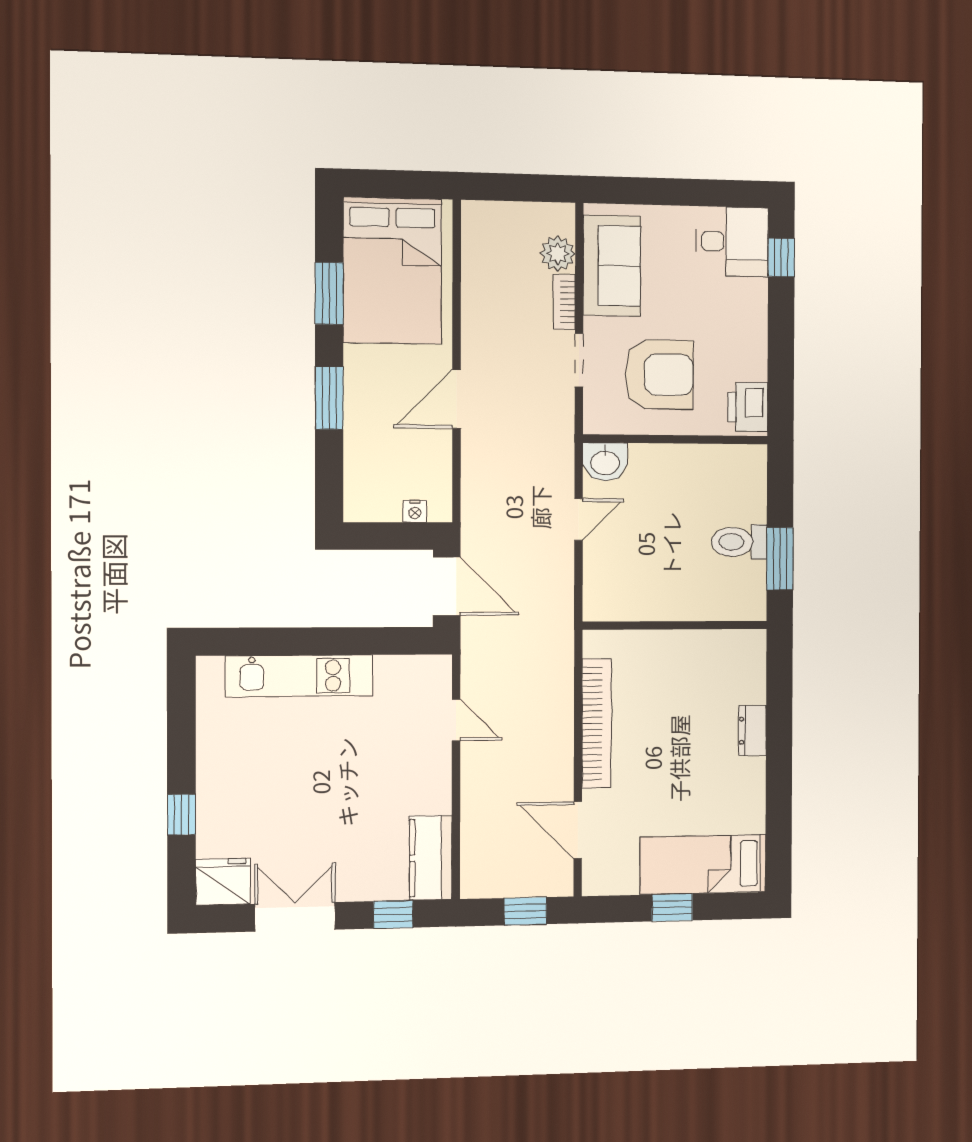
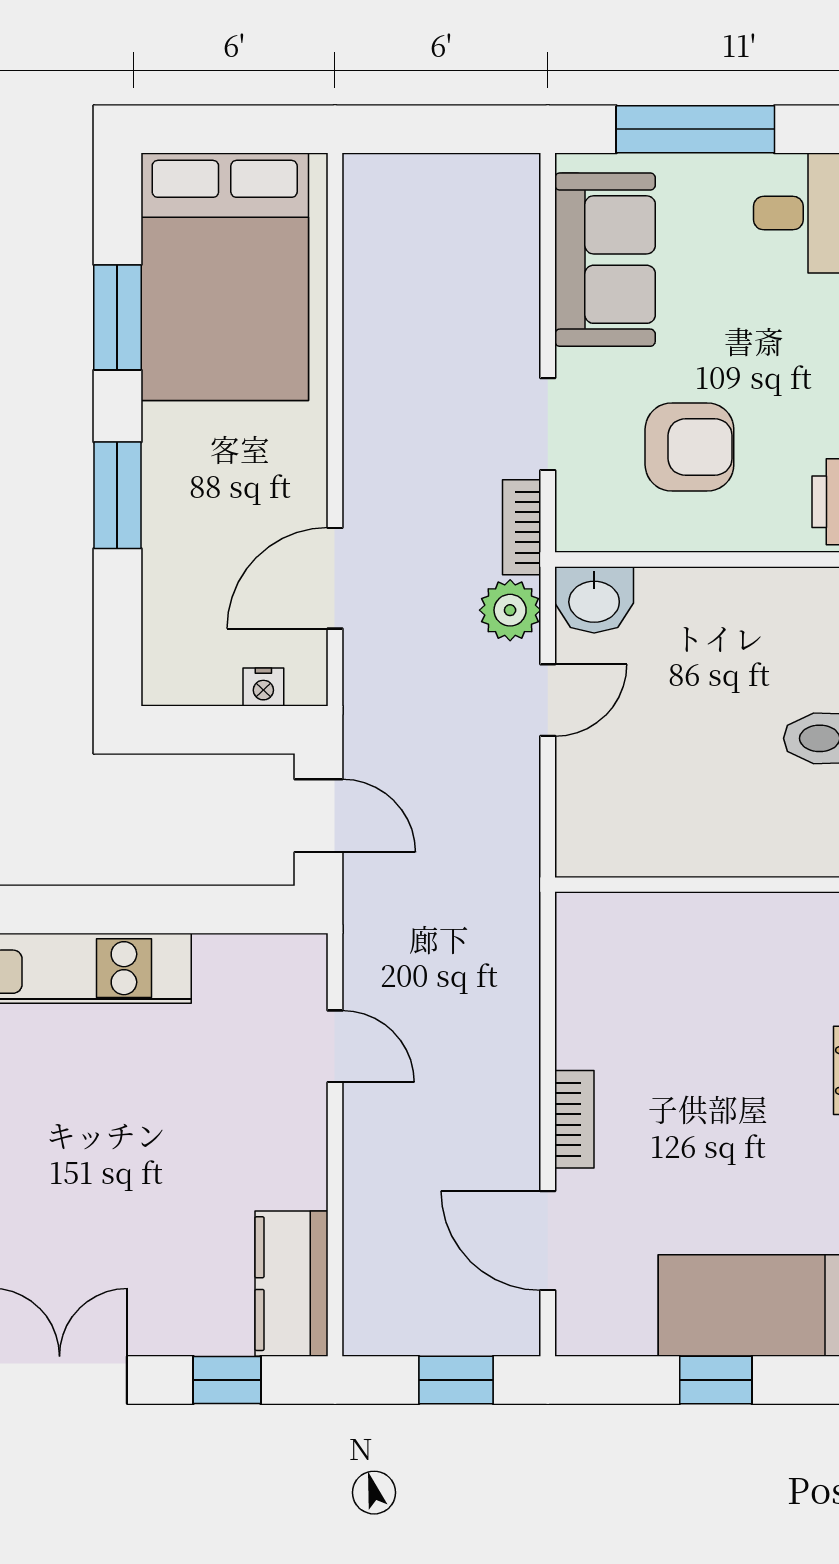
window: (663, 192) -> (695, 129), added
plant: (558, 254) -> (510, 610), moved
bookcase: (564, 302) -> (522, 527), moved
armchair: (659, 375) -> (689, 447), width x0.73, depth x0.73
door: (457, 399) -> (335, 578), moved
door: (447, 586) -> (318, 816), width x0.73
bookcase: (597, 723) -> (574, 1119), width x0.43, depth x0.76

